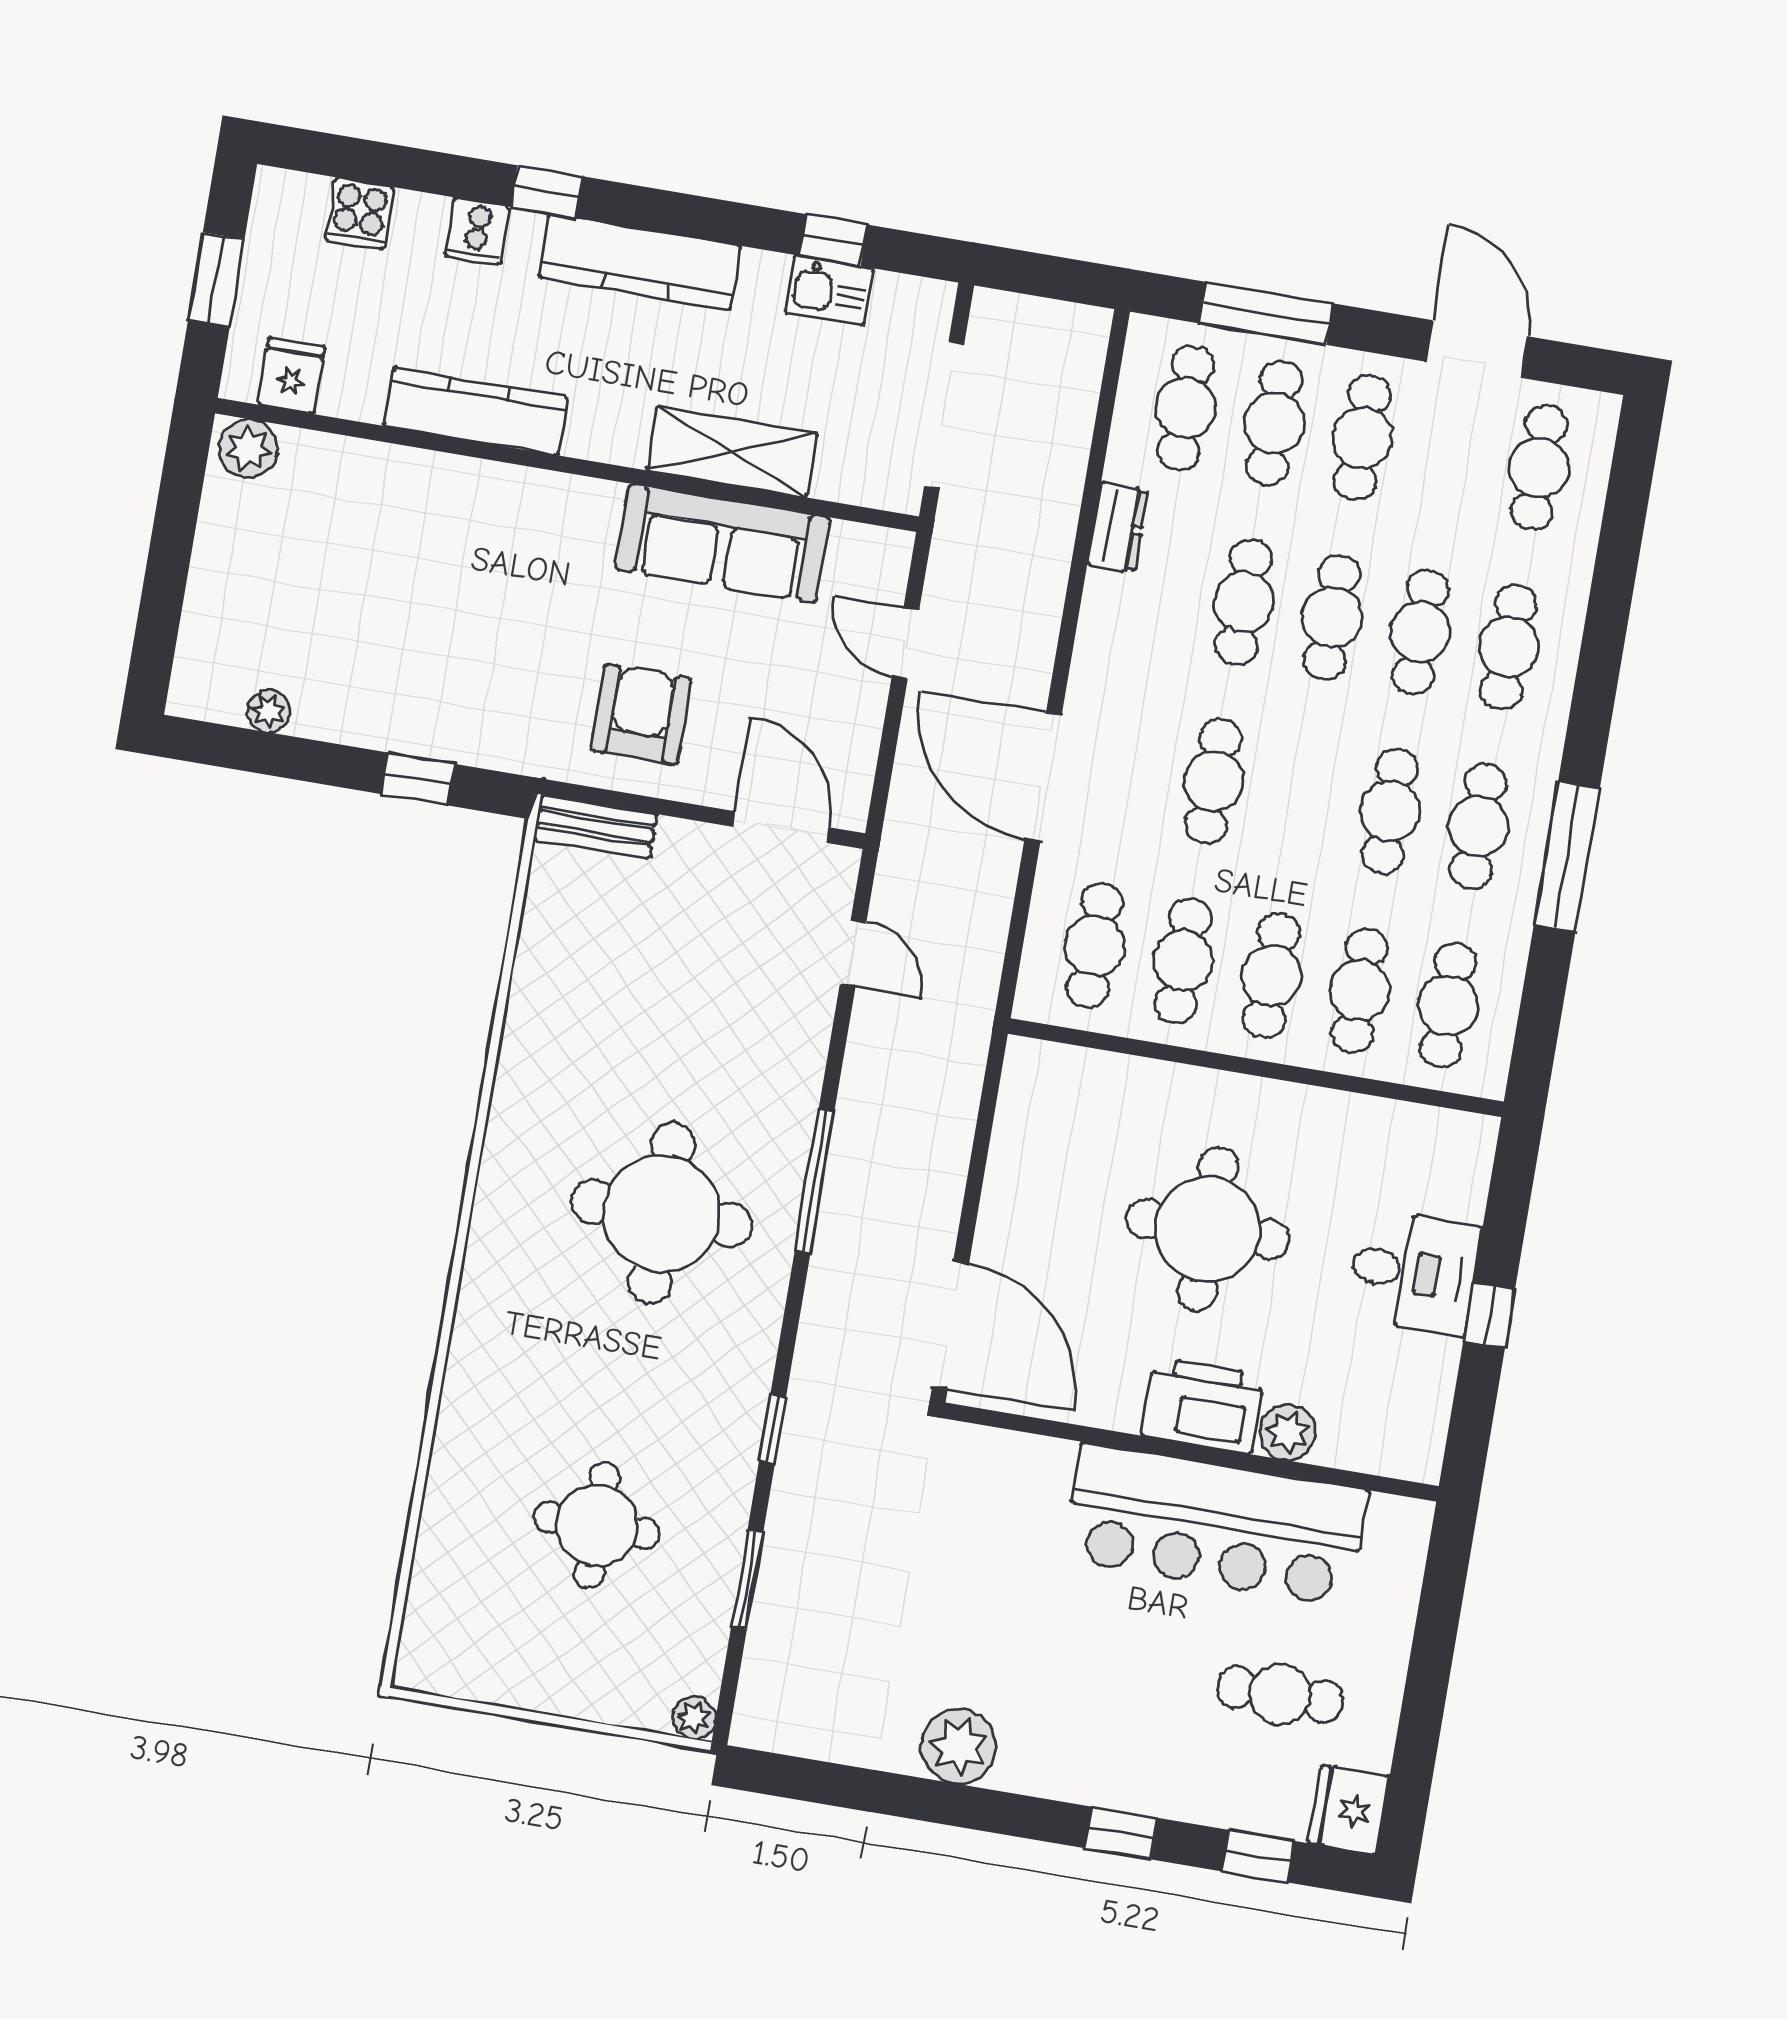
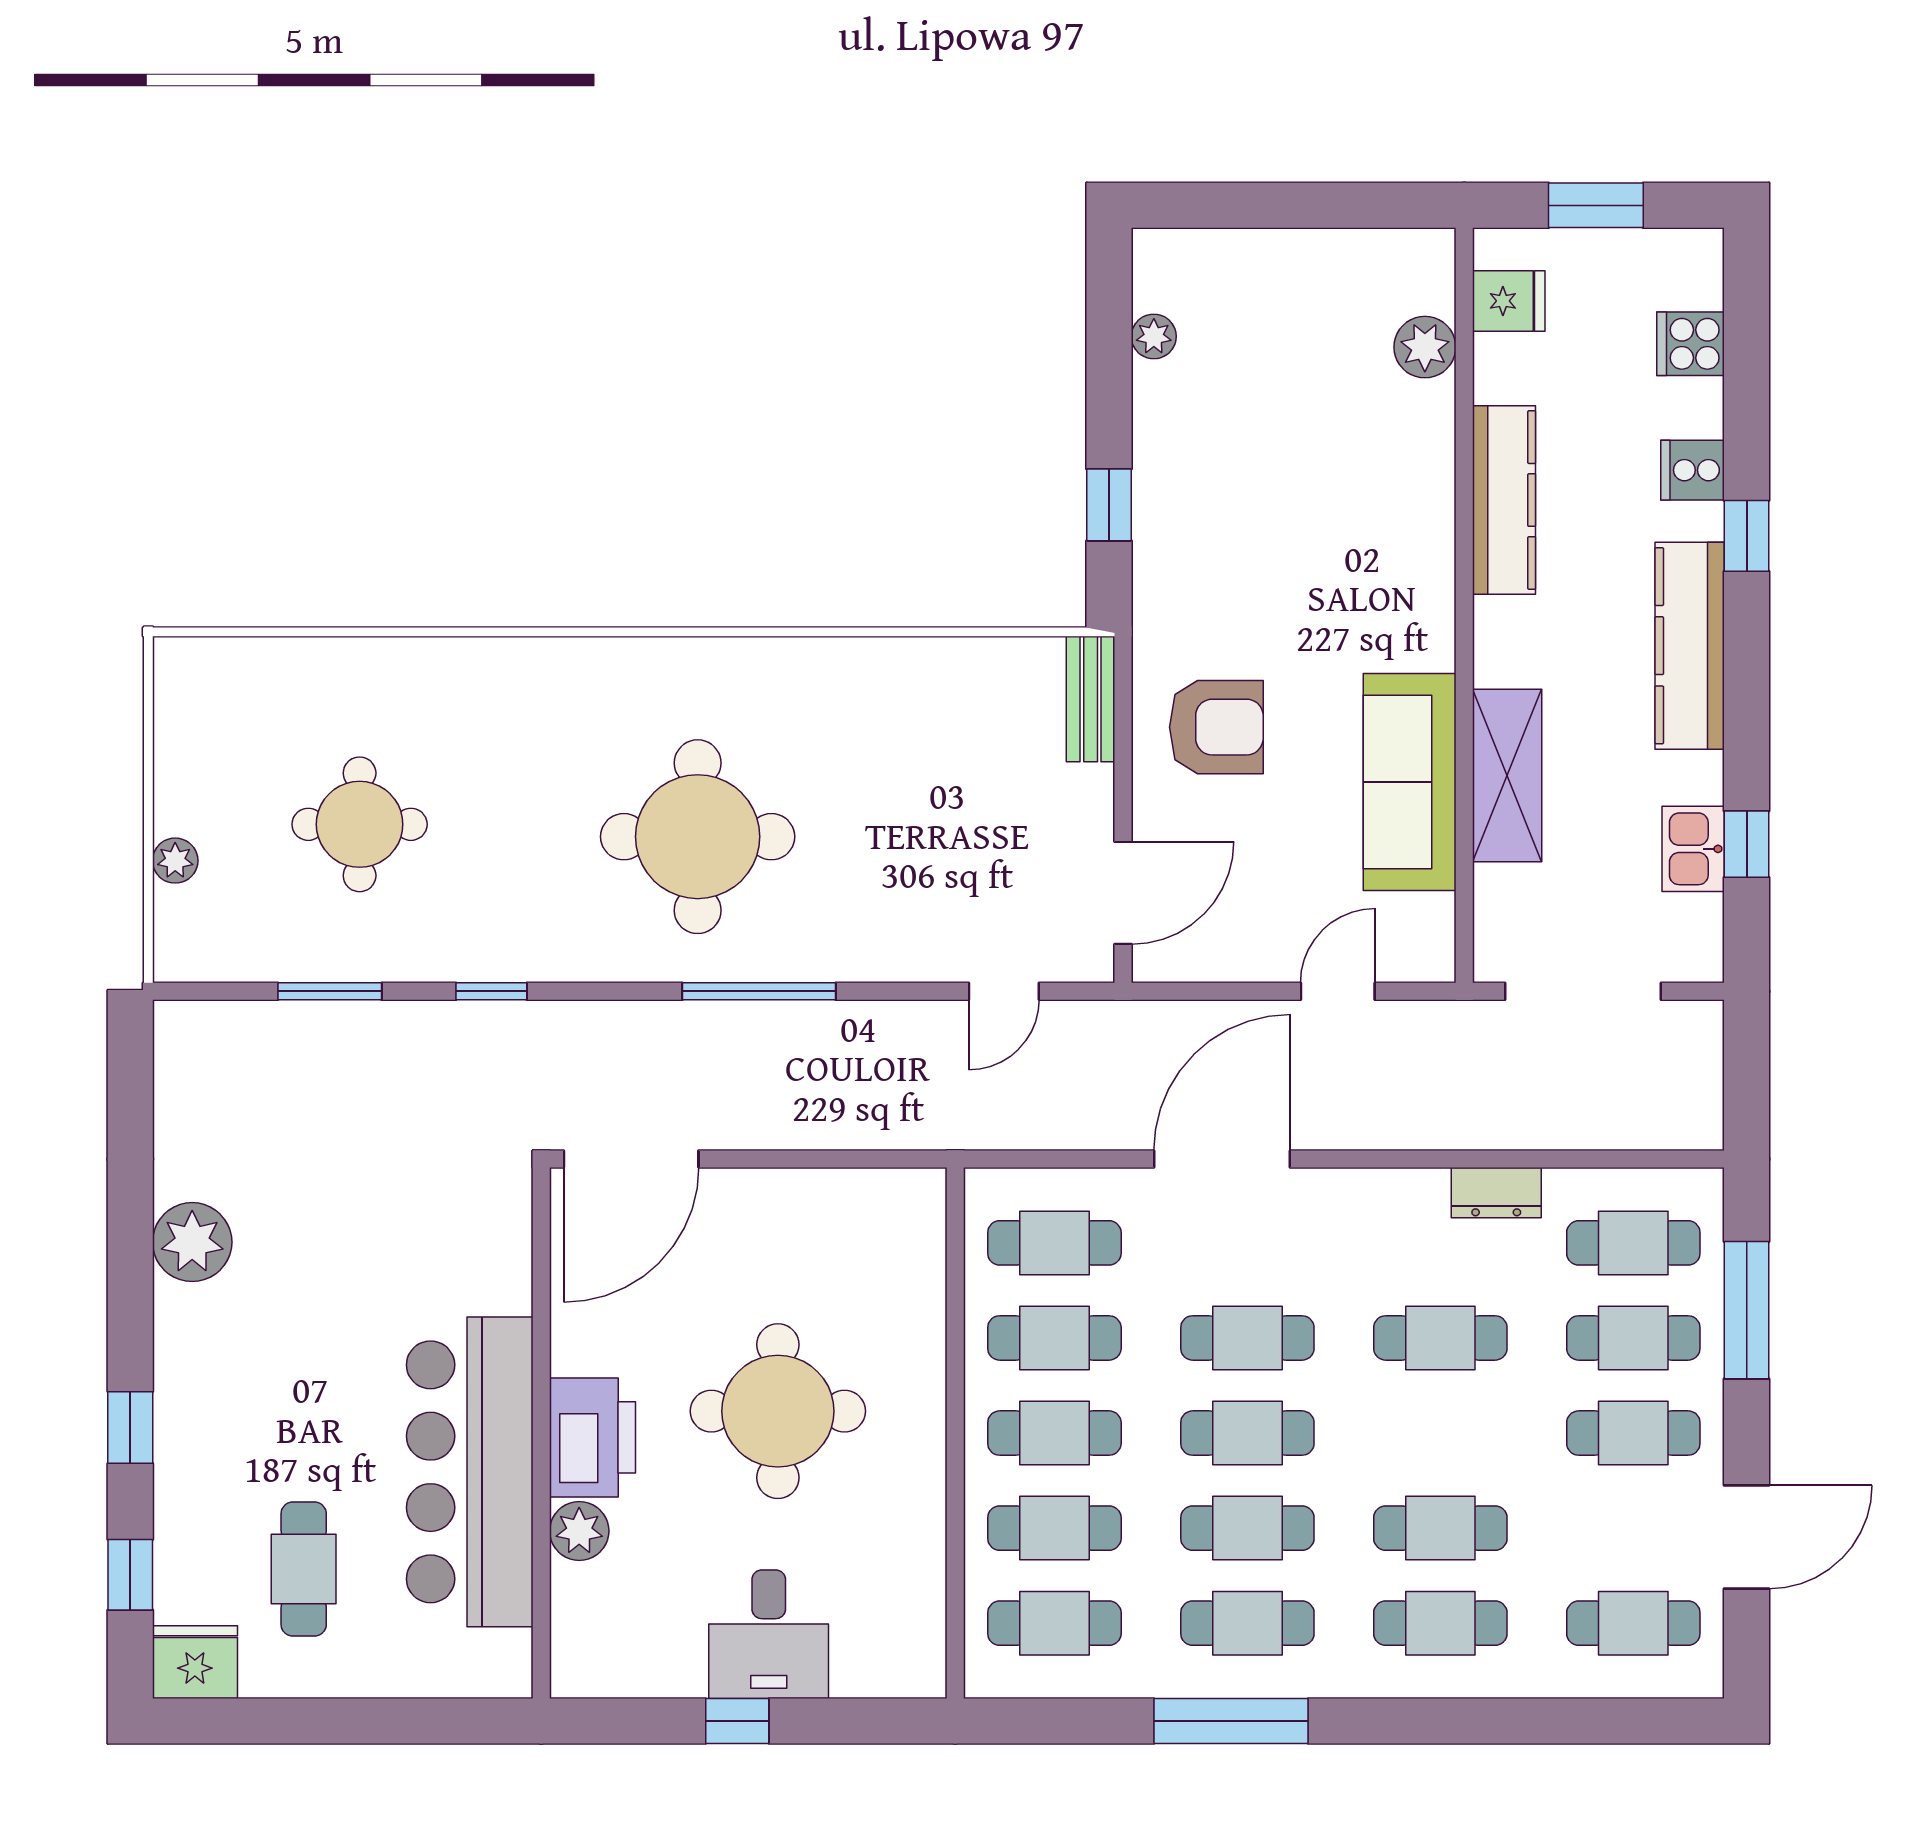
plant: (249, 449) -> (1425, 347), moved
cafe table: (1332, 617) -> (1247, 1433), moved
plant: (694, 1718) -> (175, 861), moved

